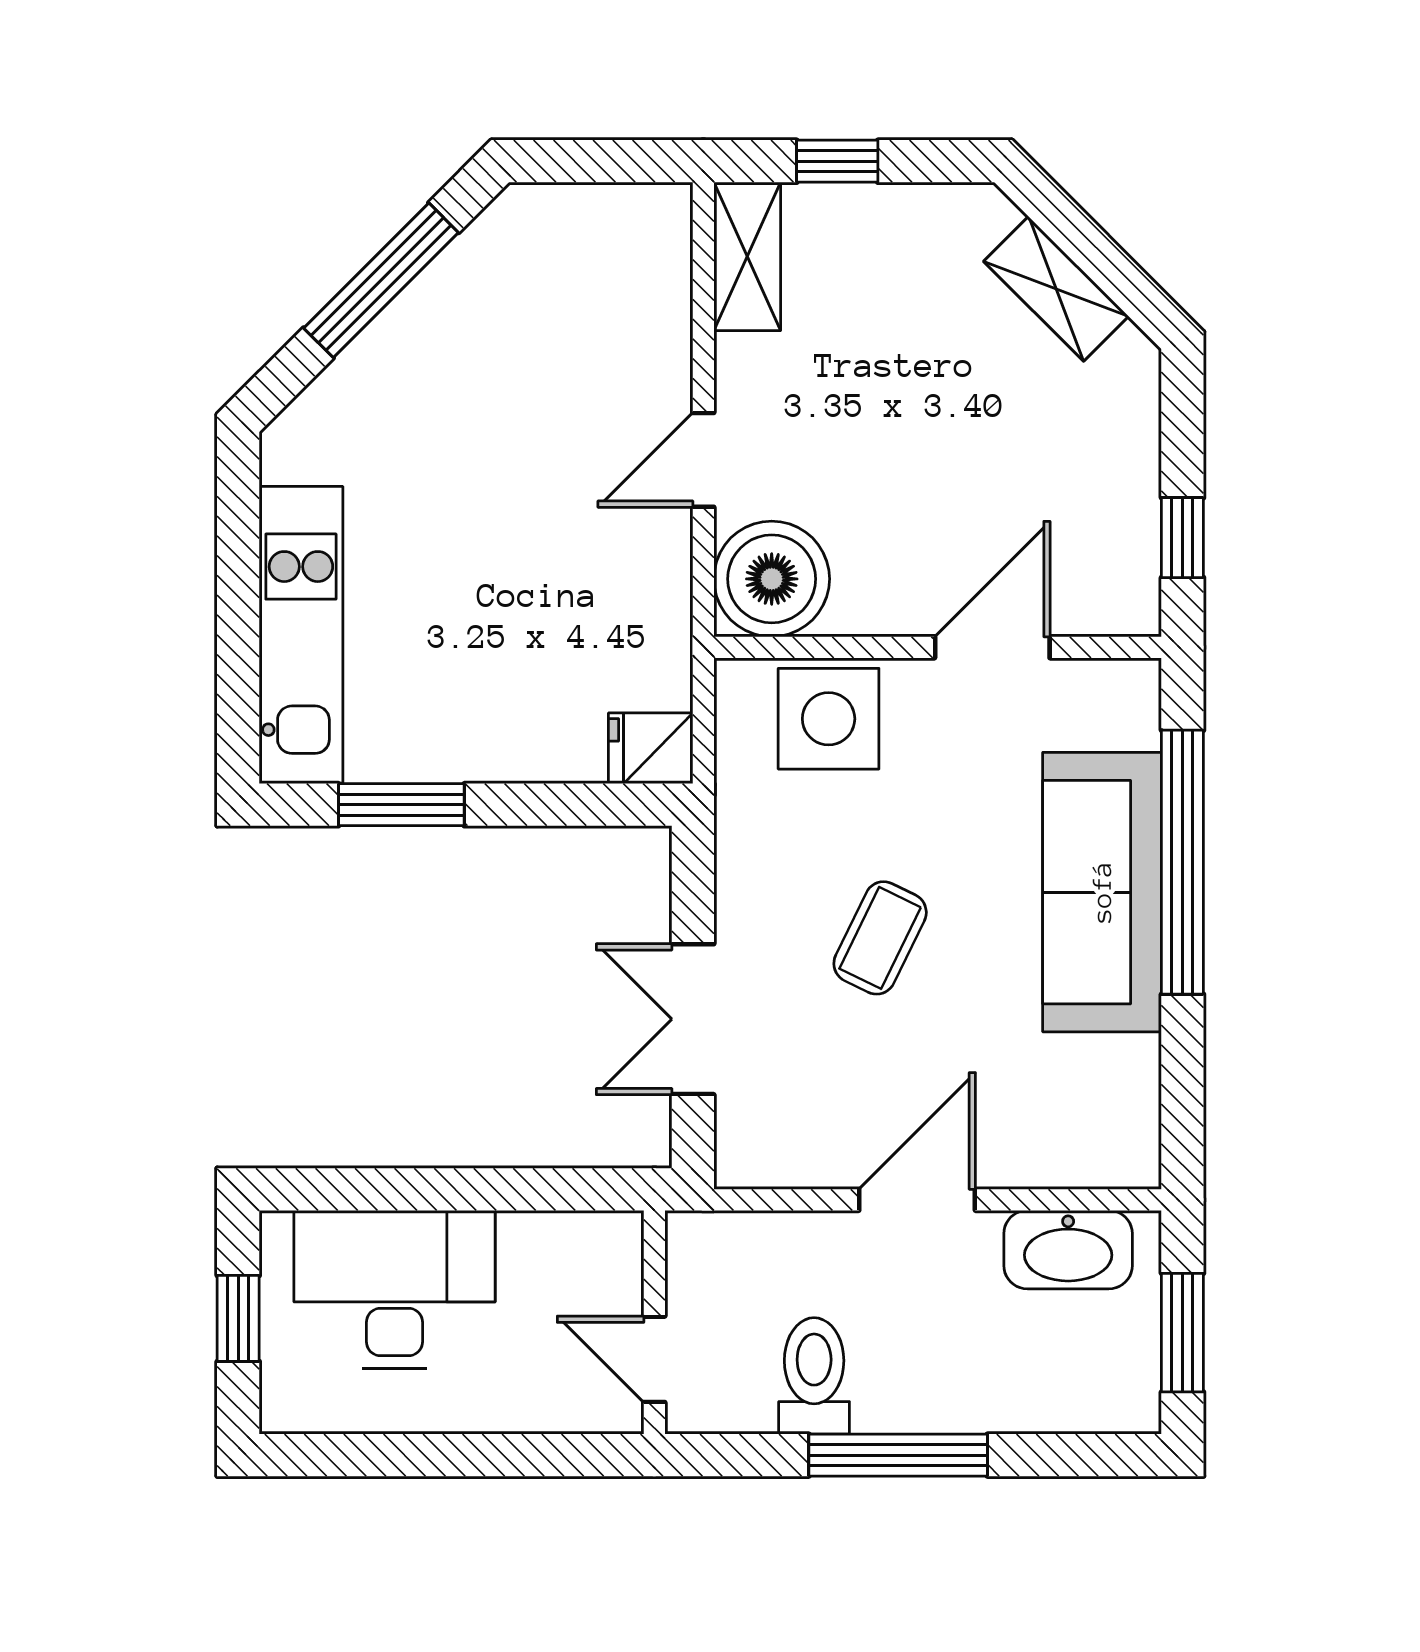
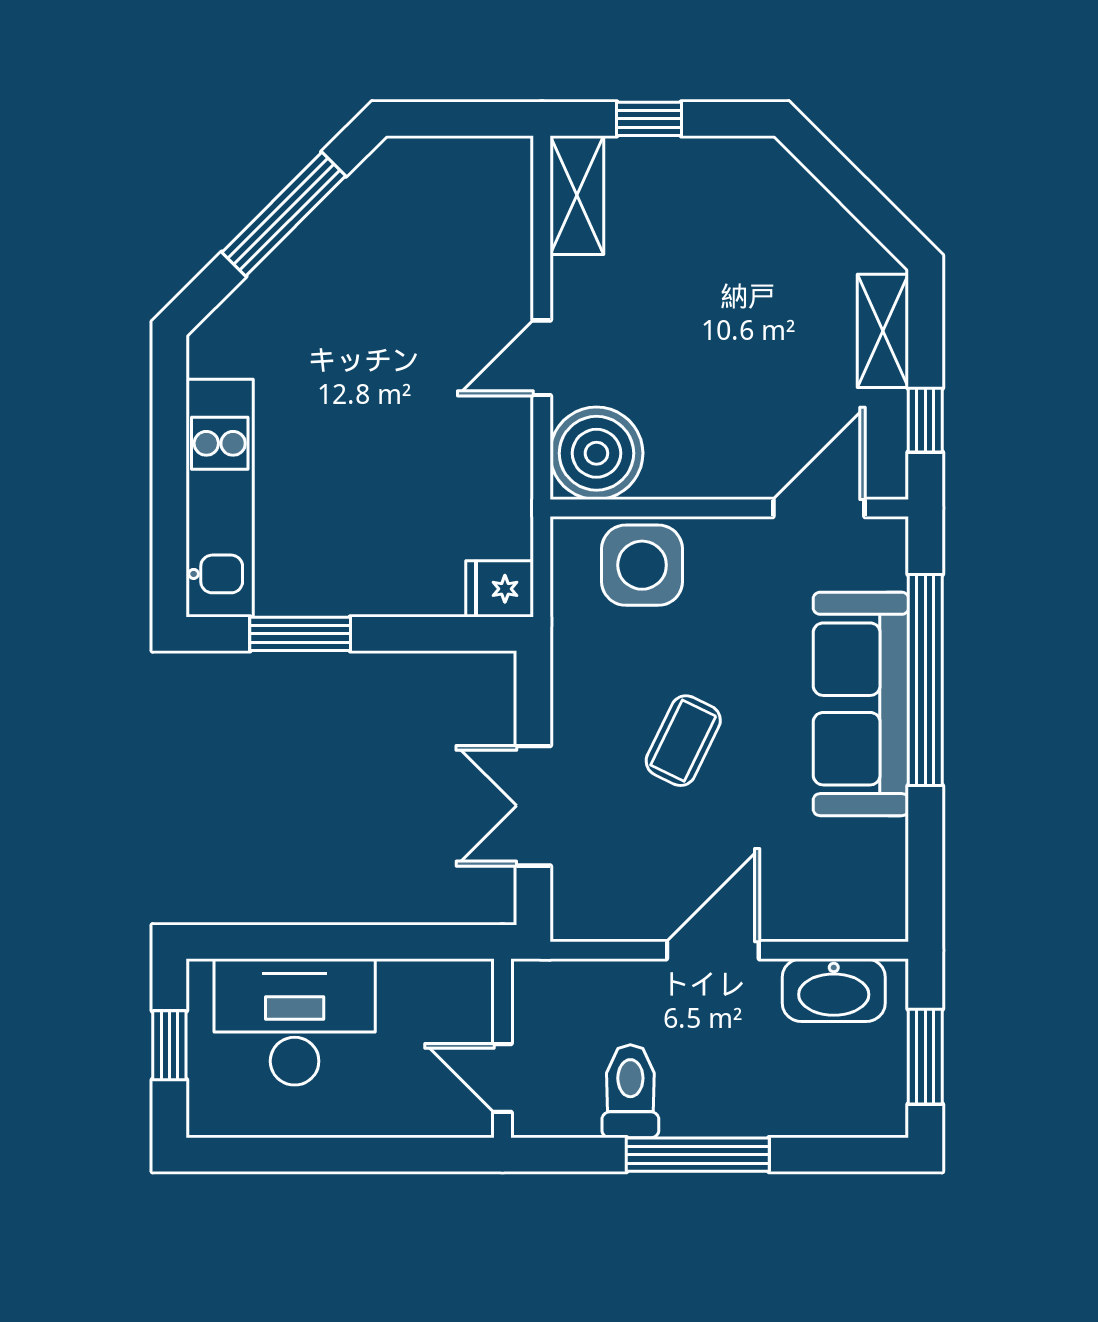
shelving: (1056, 289) -> (883, 331), moved, turned 45
door: (992, 647) -> (819, 508), moved

